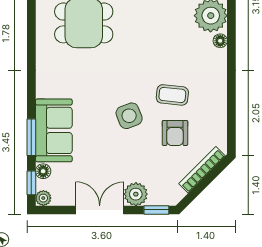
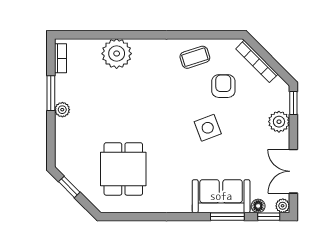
floor lamp: (220, 41) -> (140, 45), removed
coffee table: (172, 95) -> (195, 57), moved, turned 66
armchair: (175, 133) -> (223, 86), turned -90
double door: (100, 210) -> (293, 171), moved

